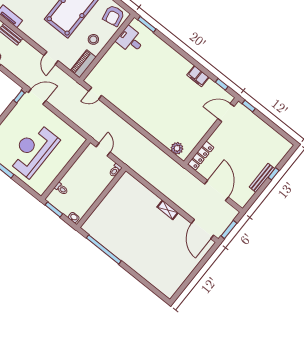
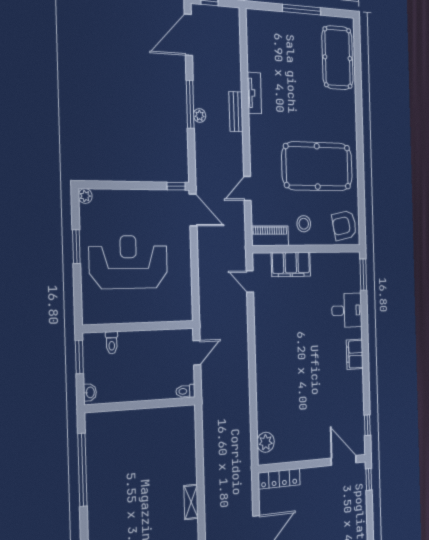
desk: (130, 40) -> (347, 310), moved, turned 90
filing cabinet: (106, 63) -> (291, 264), added
filing cabinet: (198, 76) -> (355, 354), moved

